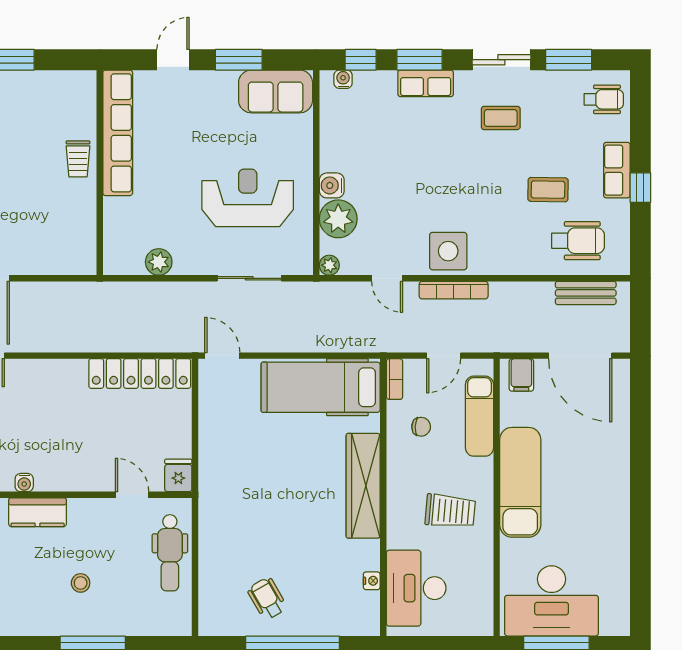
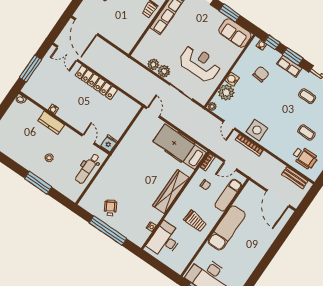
chair: (381, 137) -> (261, 74), added
plant: (188, 261) -> (164, 71), added
locker: (140, 373) -> (96, 82), moved
filing cabinet: (521, 375) -> (253, 191), removed

